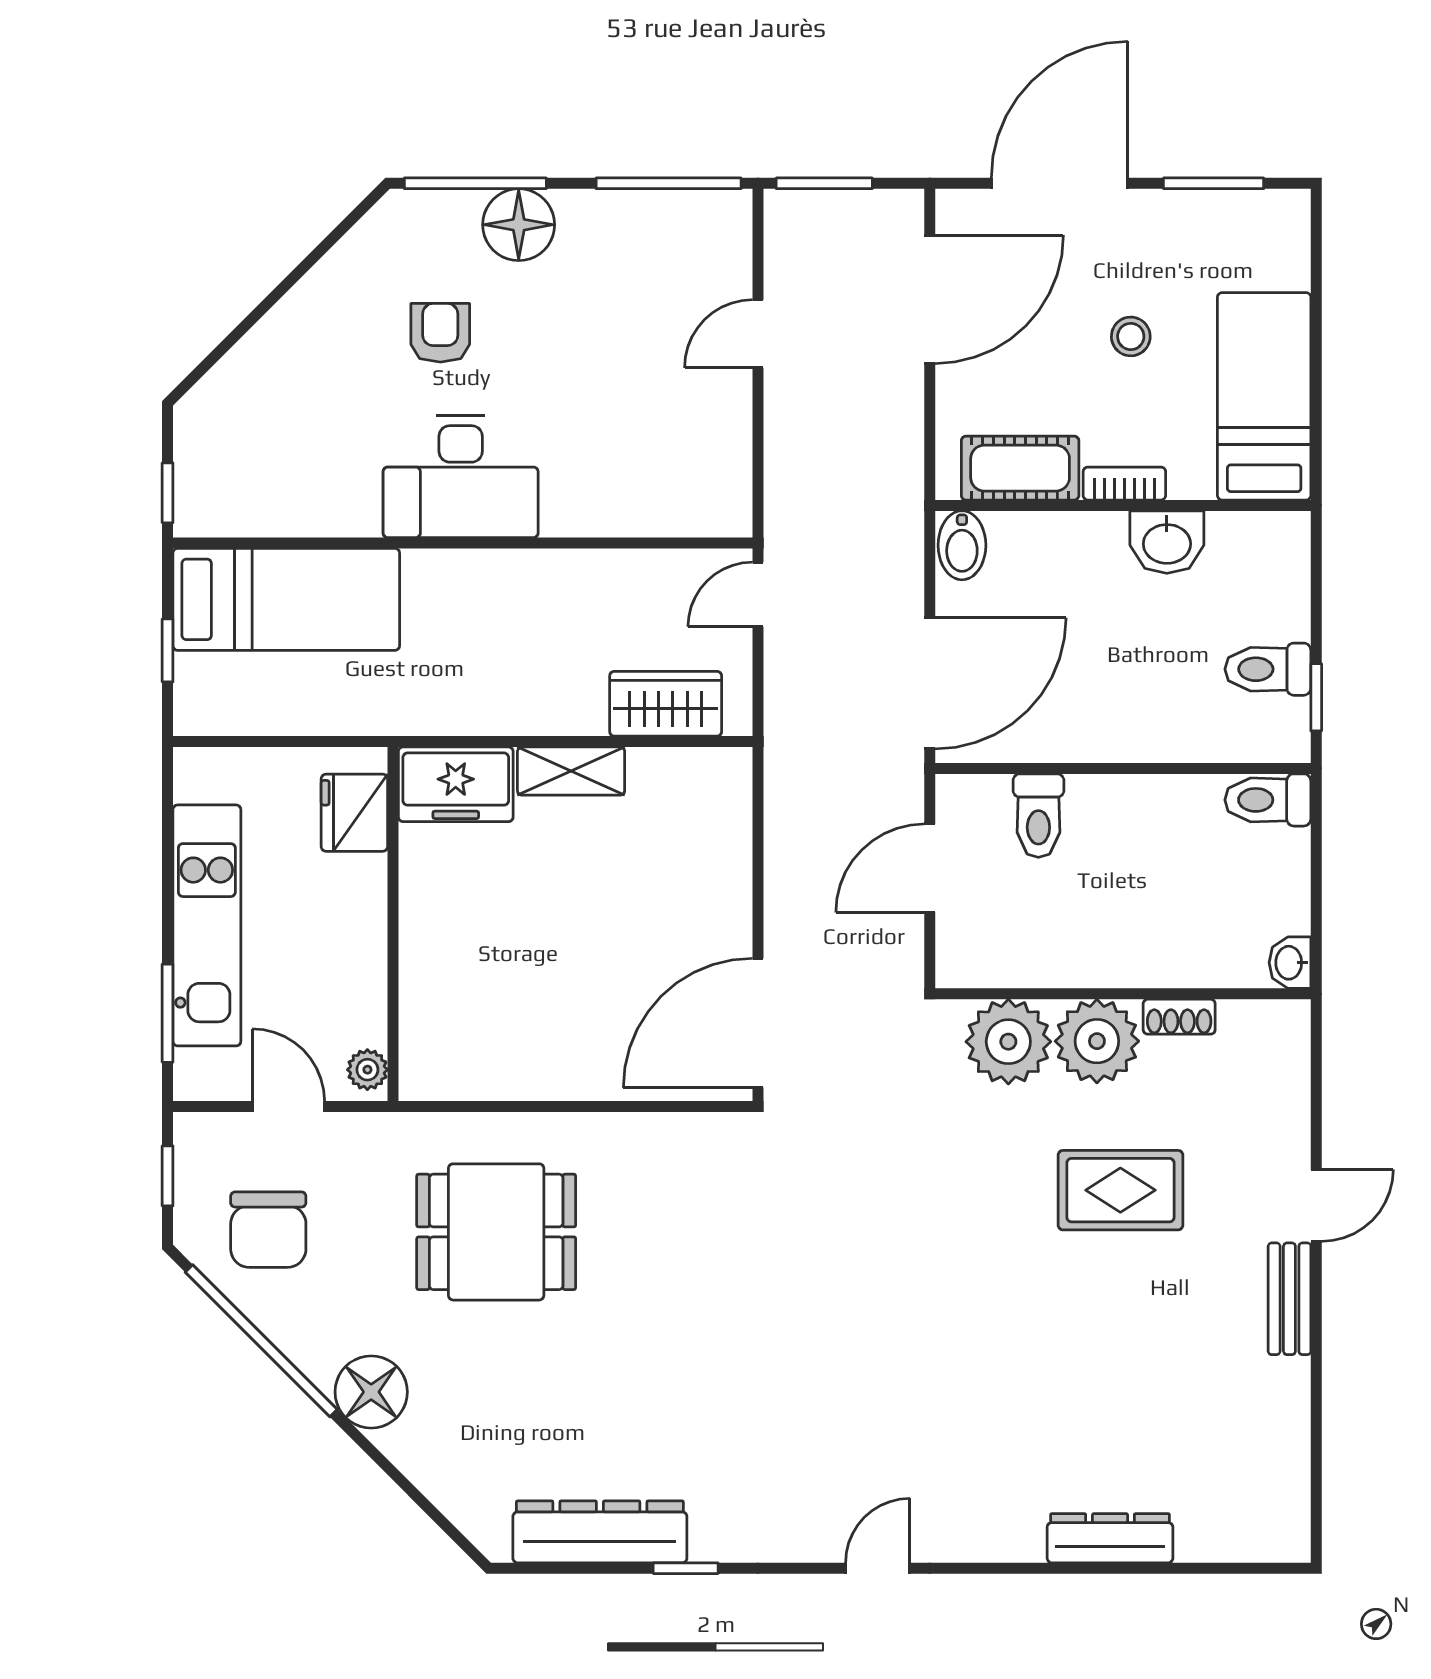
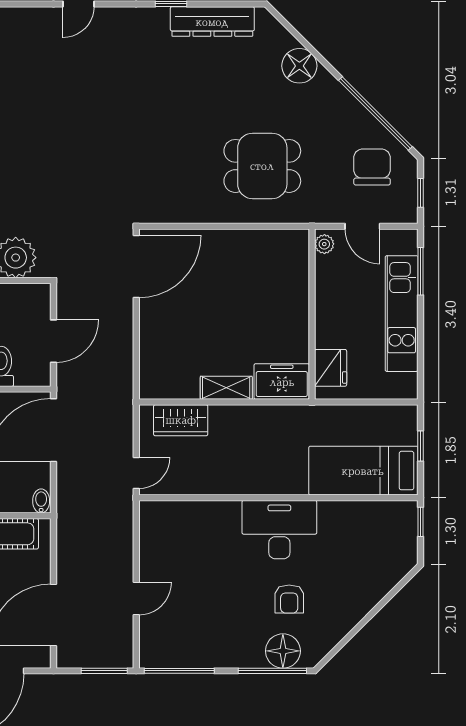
floor lamp: (519, 225) -> (283, 651), moved
bidet: (962, 545) -> (41, 501), width x0.72, depth x0.74
floor lamp: (371, 1392) -> (299, 66), moved

